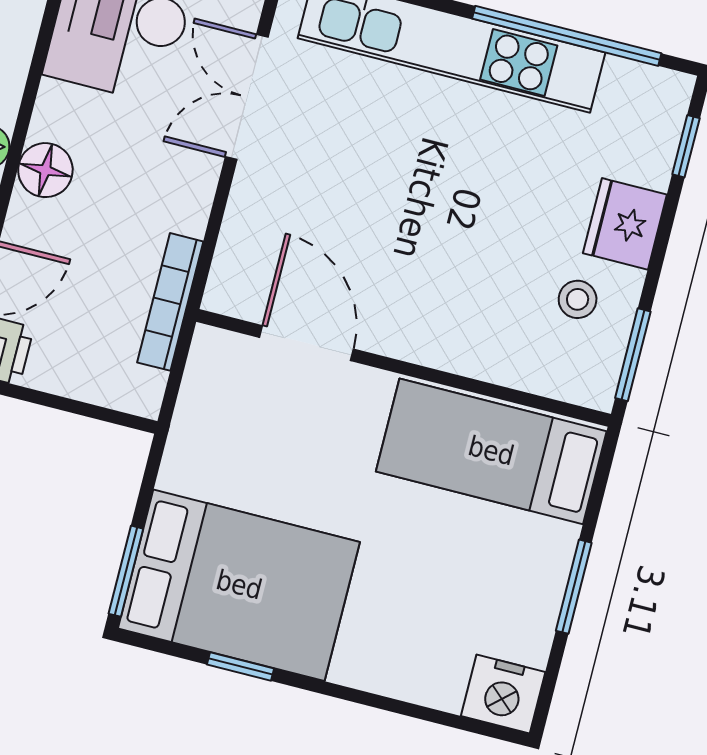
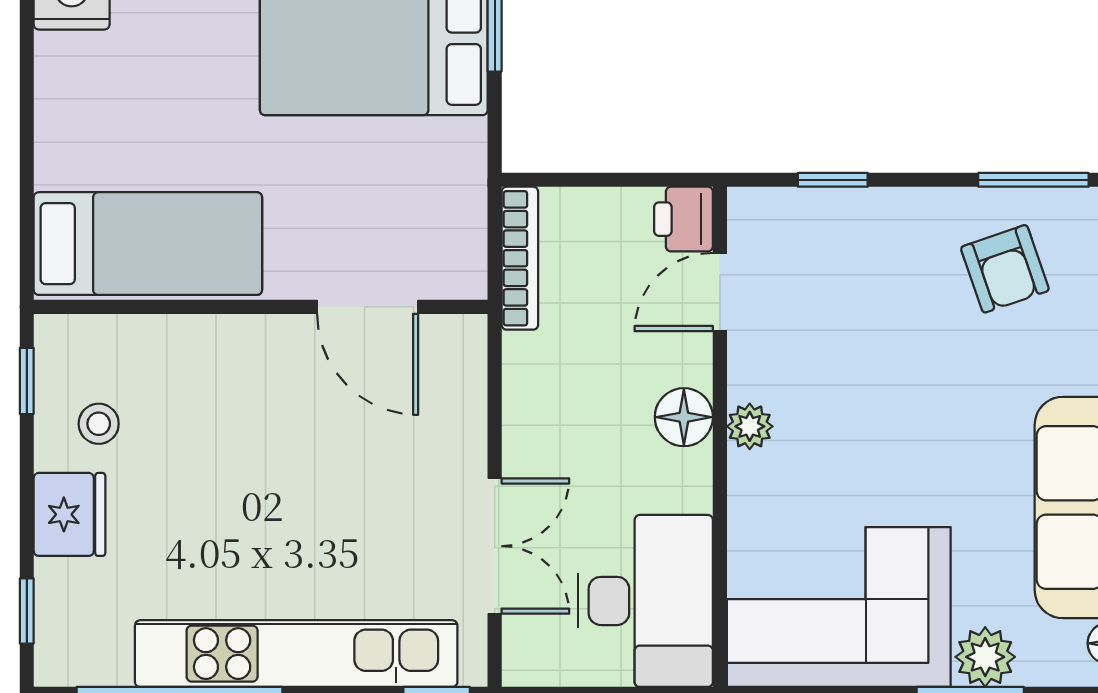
bookcase: (170, 302) -> (520, 258), moved
window: (633, 355) -> (27, 381), width x0.67
window: (574, 587) -> (27, 125), removed

